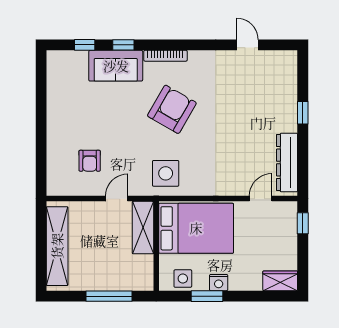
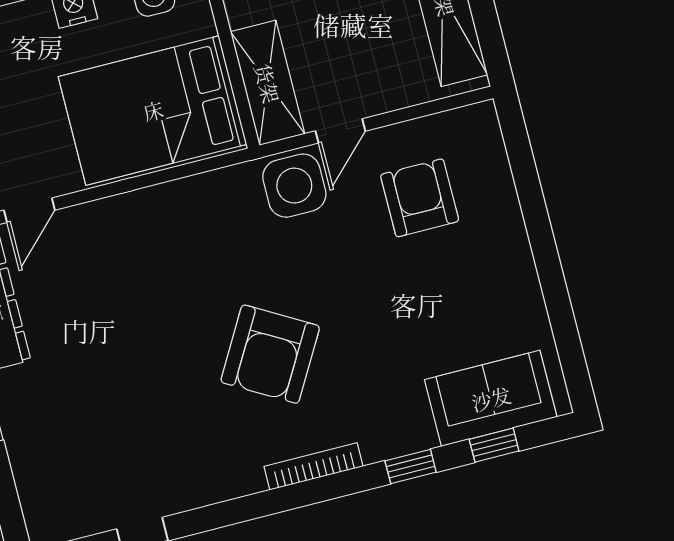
sofa: (116, 66) -> (491, 398), moved
armchair: (90, 161) -> (420, 198), width x1.38, depth x1.38
side table: (166, 173) -> (294, 186), moved

